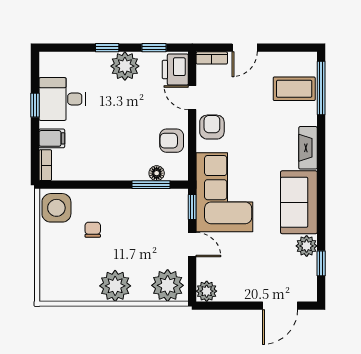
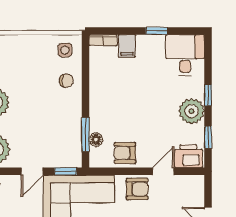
bookcase: (212, 58) -> (199, 189), removed
desk: (62, 99) -> (185, 55), moved
armchair: (172, 141) -> (125, 153), turned -90
side table: (56, 208) -> (65, 50), width x0.54, depth x0.54
chair: (93, 230) -> (66, 81), moved

